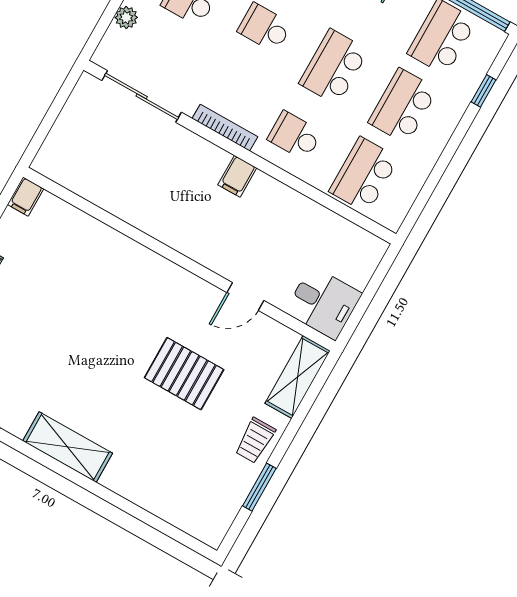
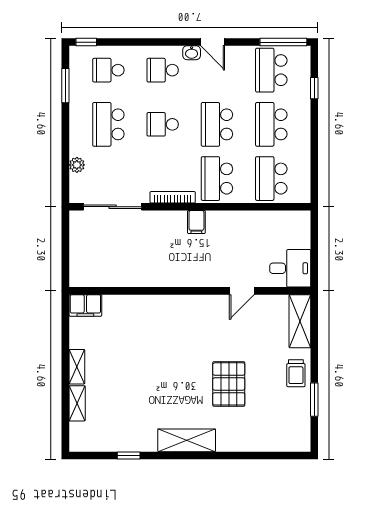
school desk: (295, 136) -> (217, 179), width x1.85
filing cabinet: (26, 197) -> (85, 305), width x2.00
pallet: (184, 374) -> (229, 384), moved, turned 90

